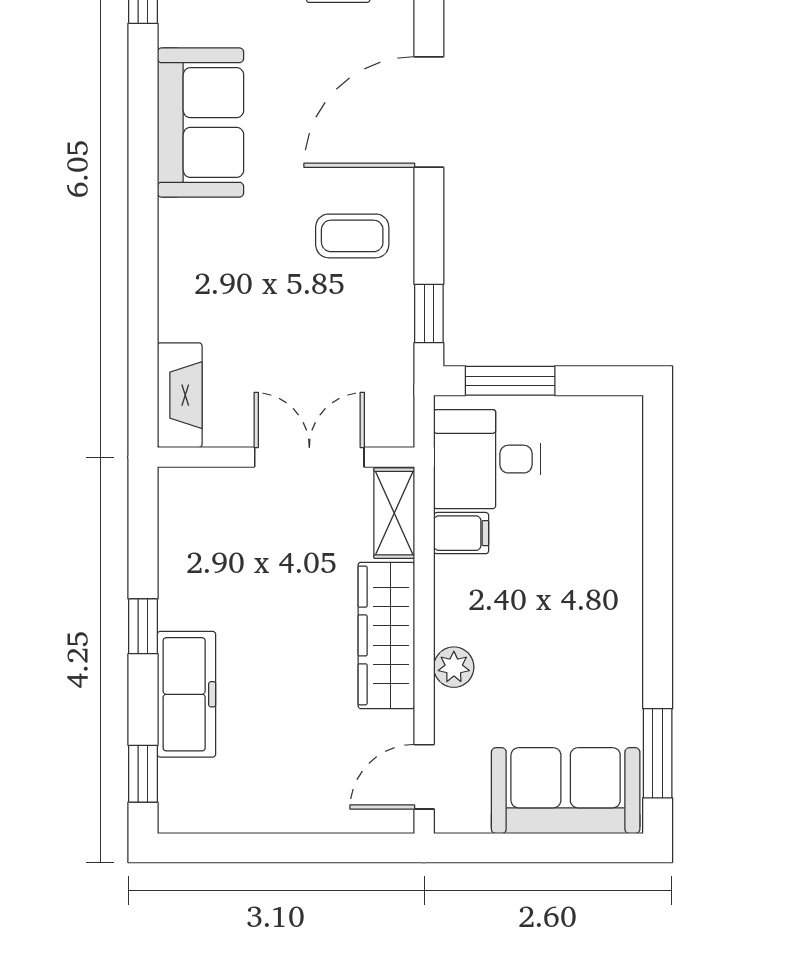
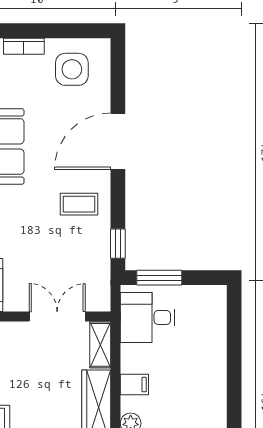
filing cabinet: (461, 533) -> (134, 384), moved

